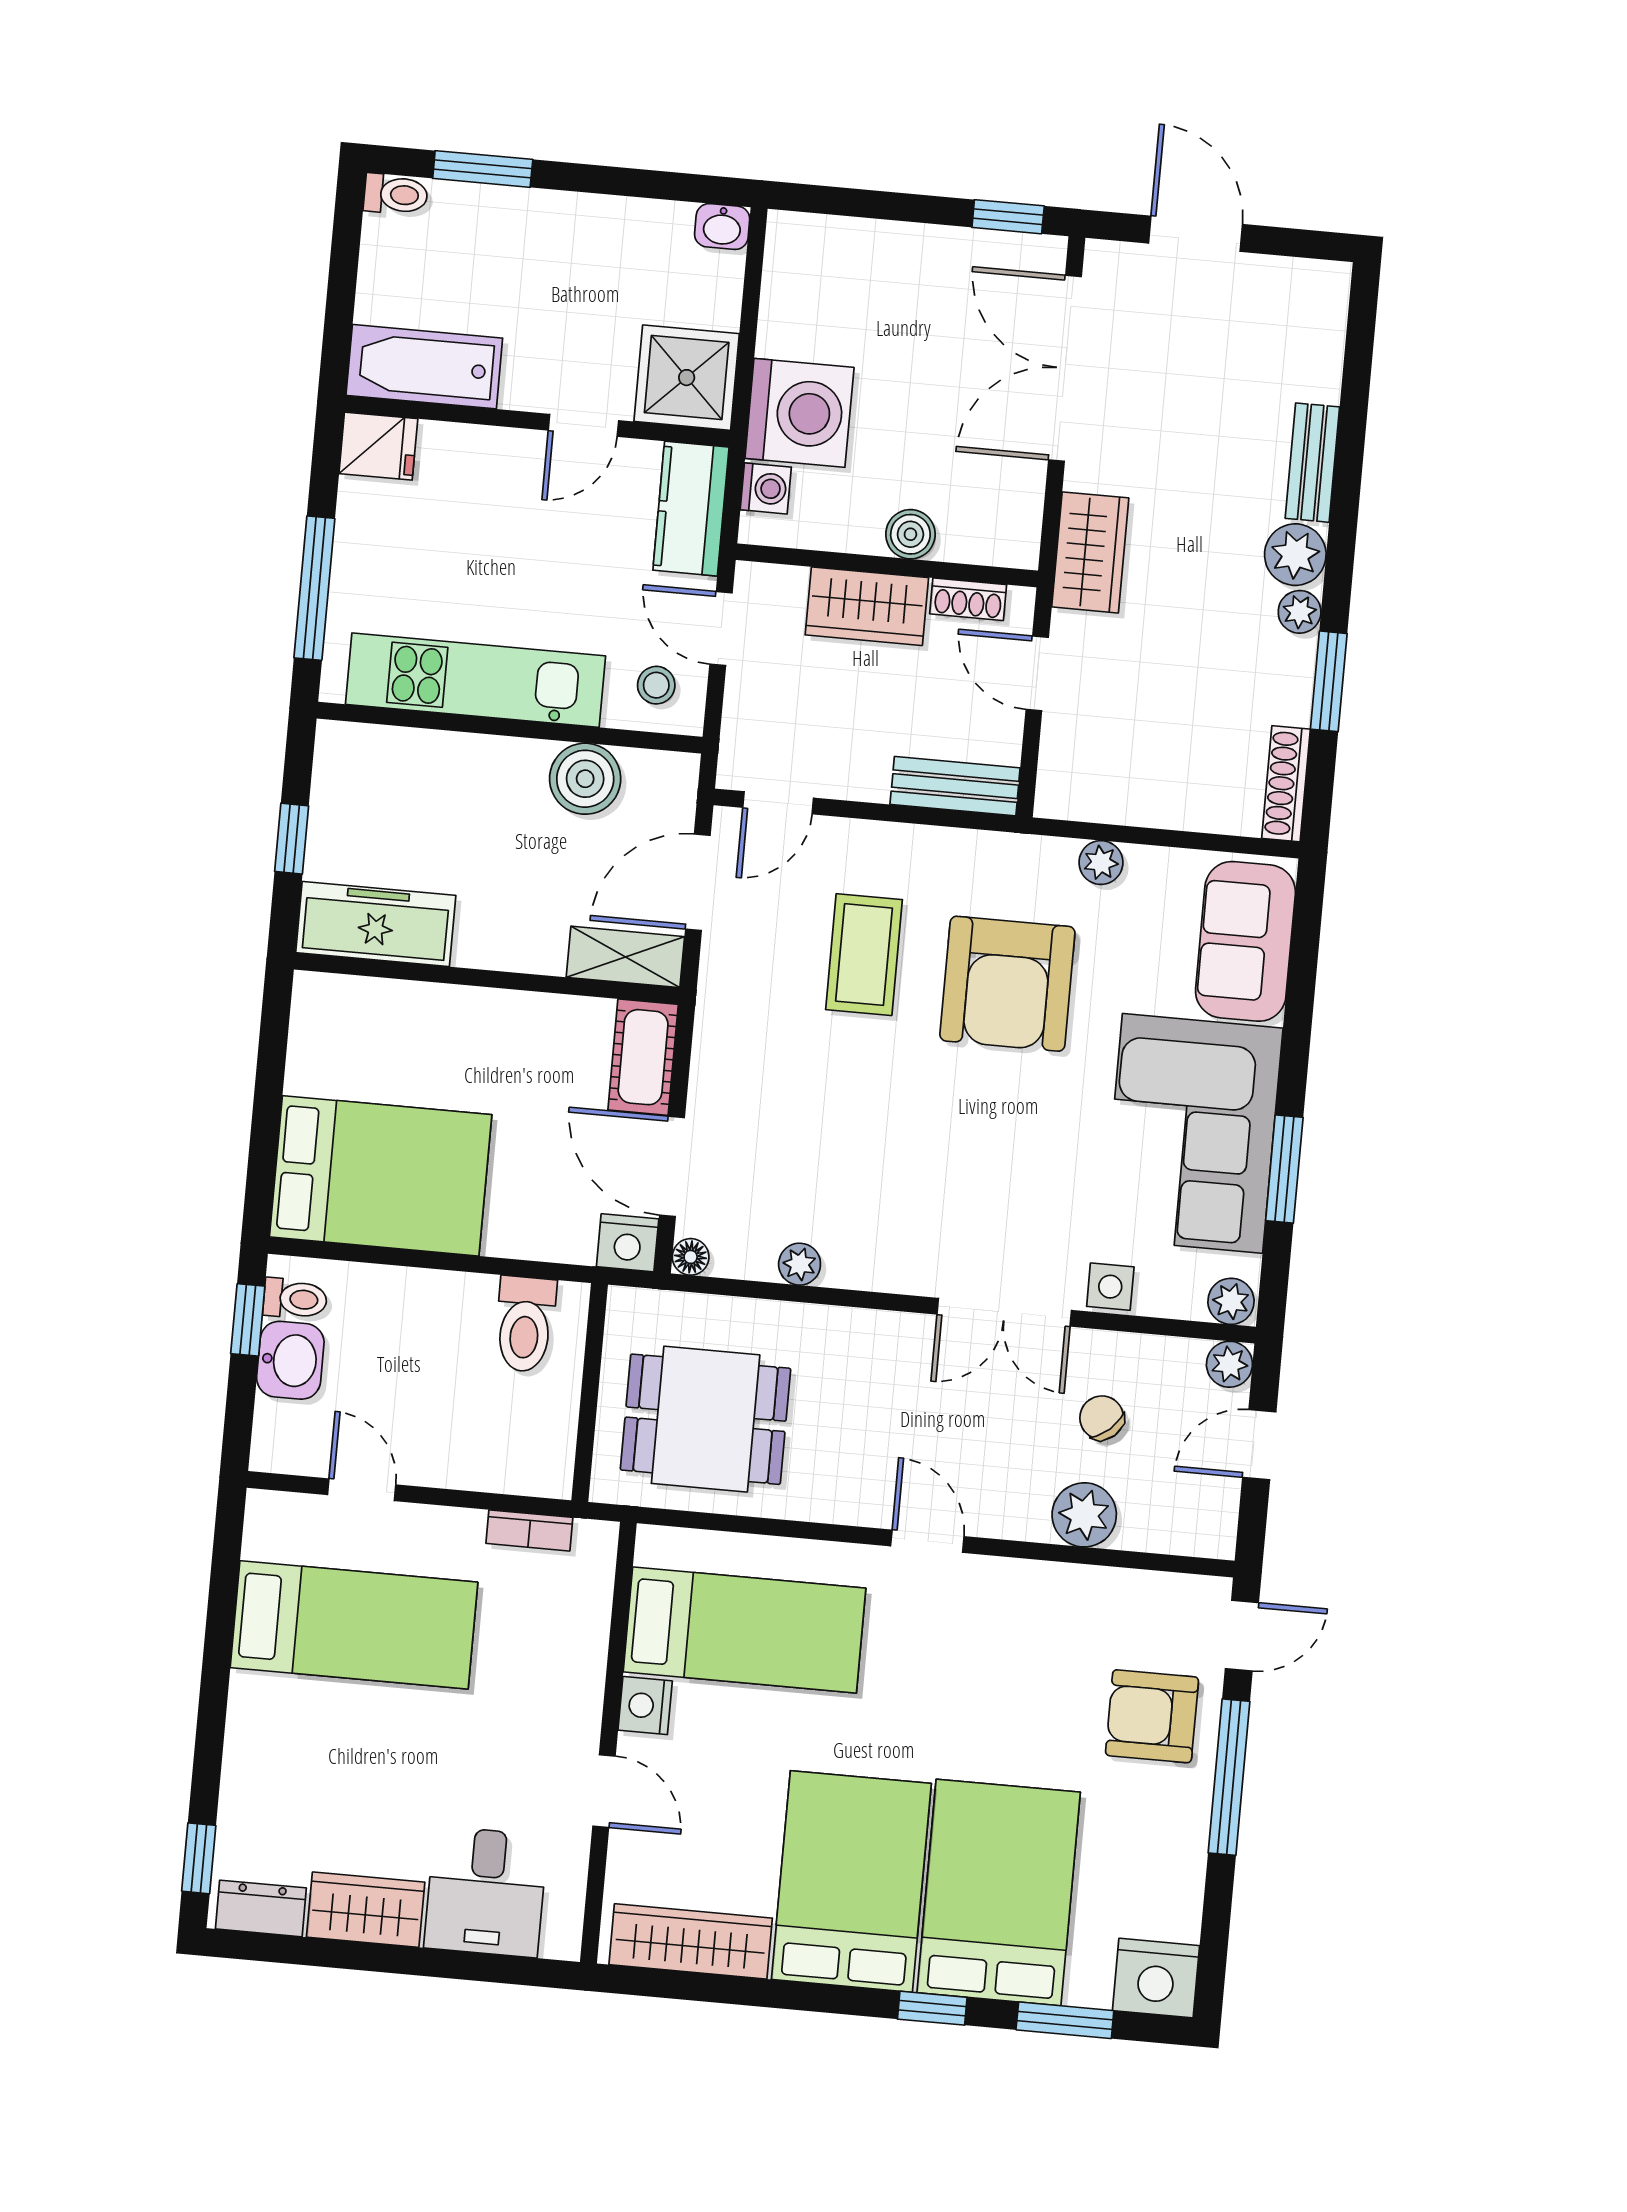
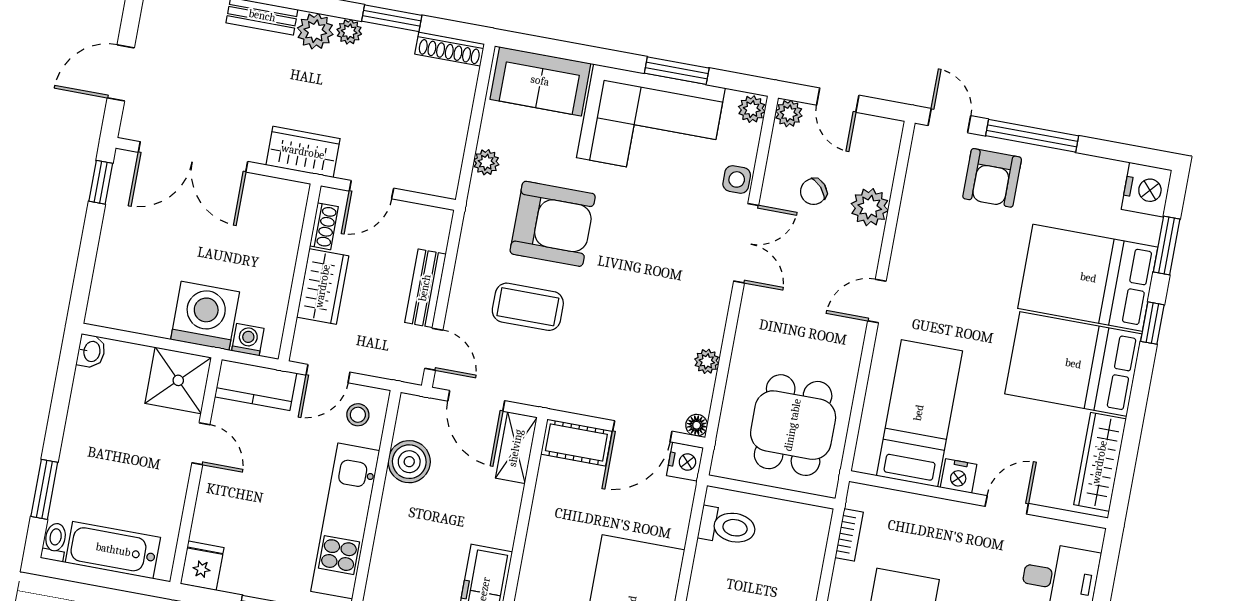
bathtub: (424, 367) -> (113, 550), moved, turned 90
boiler: (910, 534) -> (283, 257), removed
bench: (955, 786) -> (425, 288), moved

